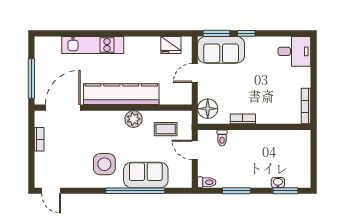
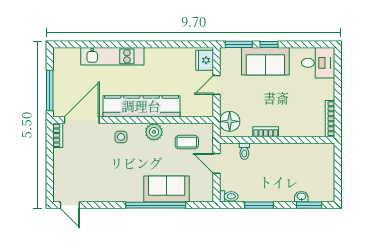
fridge: (171, 45) -> (205, 60), moved, turned 90
sofa: (221, 50) -> (265, 61), moved
bookcase: (39, 139) -> (58, 135), moved
side table: (104, 164) -> (121, 137), moved, width x0.54, depth x0.54

